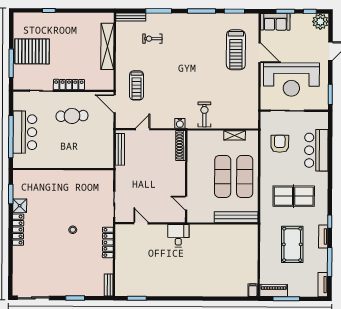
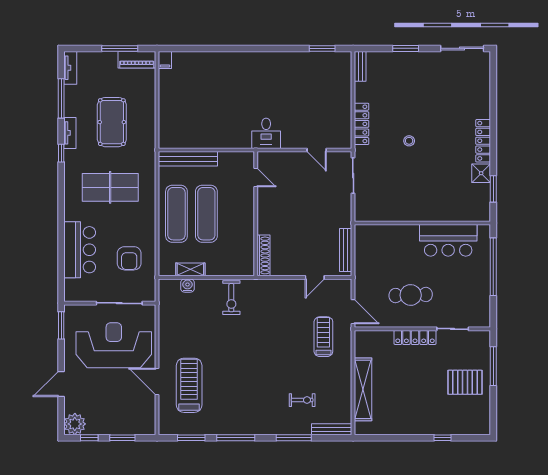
sofa: (275, 22) -> (136, 423), removed
pallet: (32, 51) -> (465, 382), width x0.73, depth x0.71
water cooler: (180, 123) -> (187, 286), moved
bar counter: (25, 132) -> (448, 240), moved, turned -90

